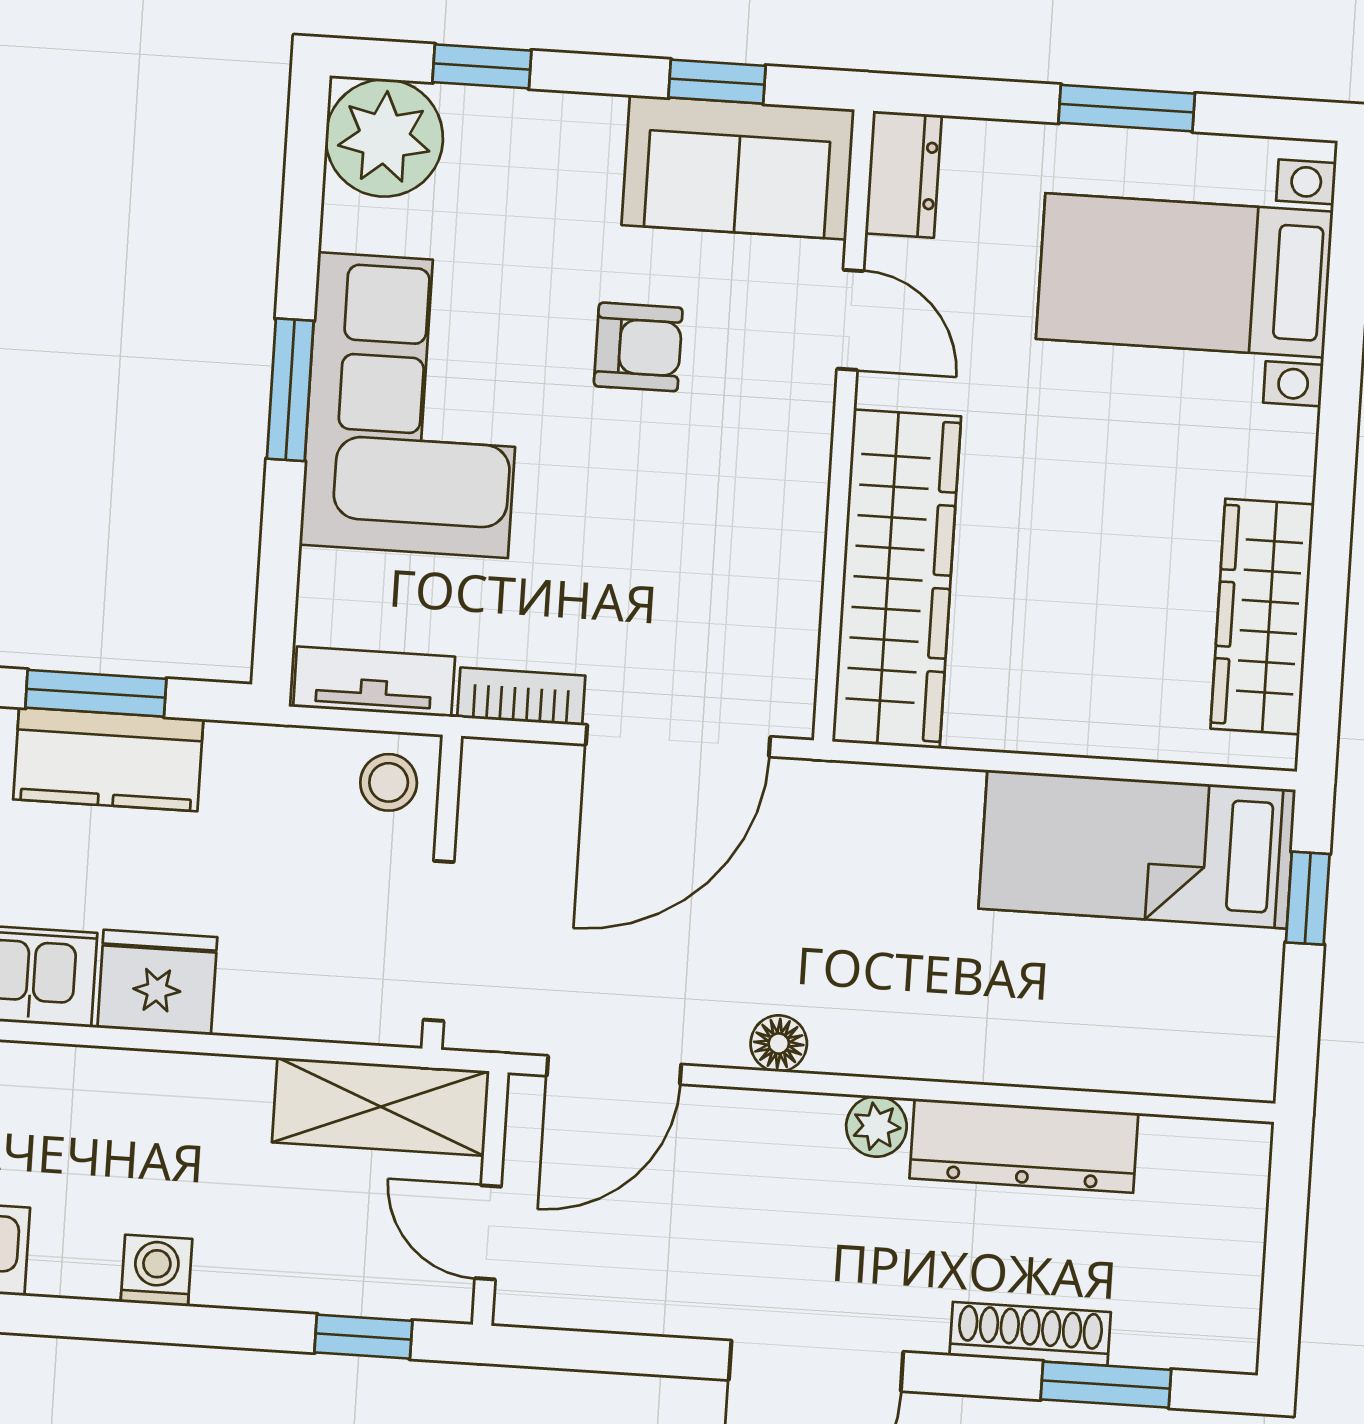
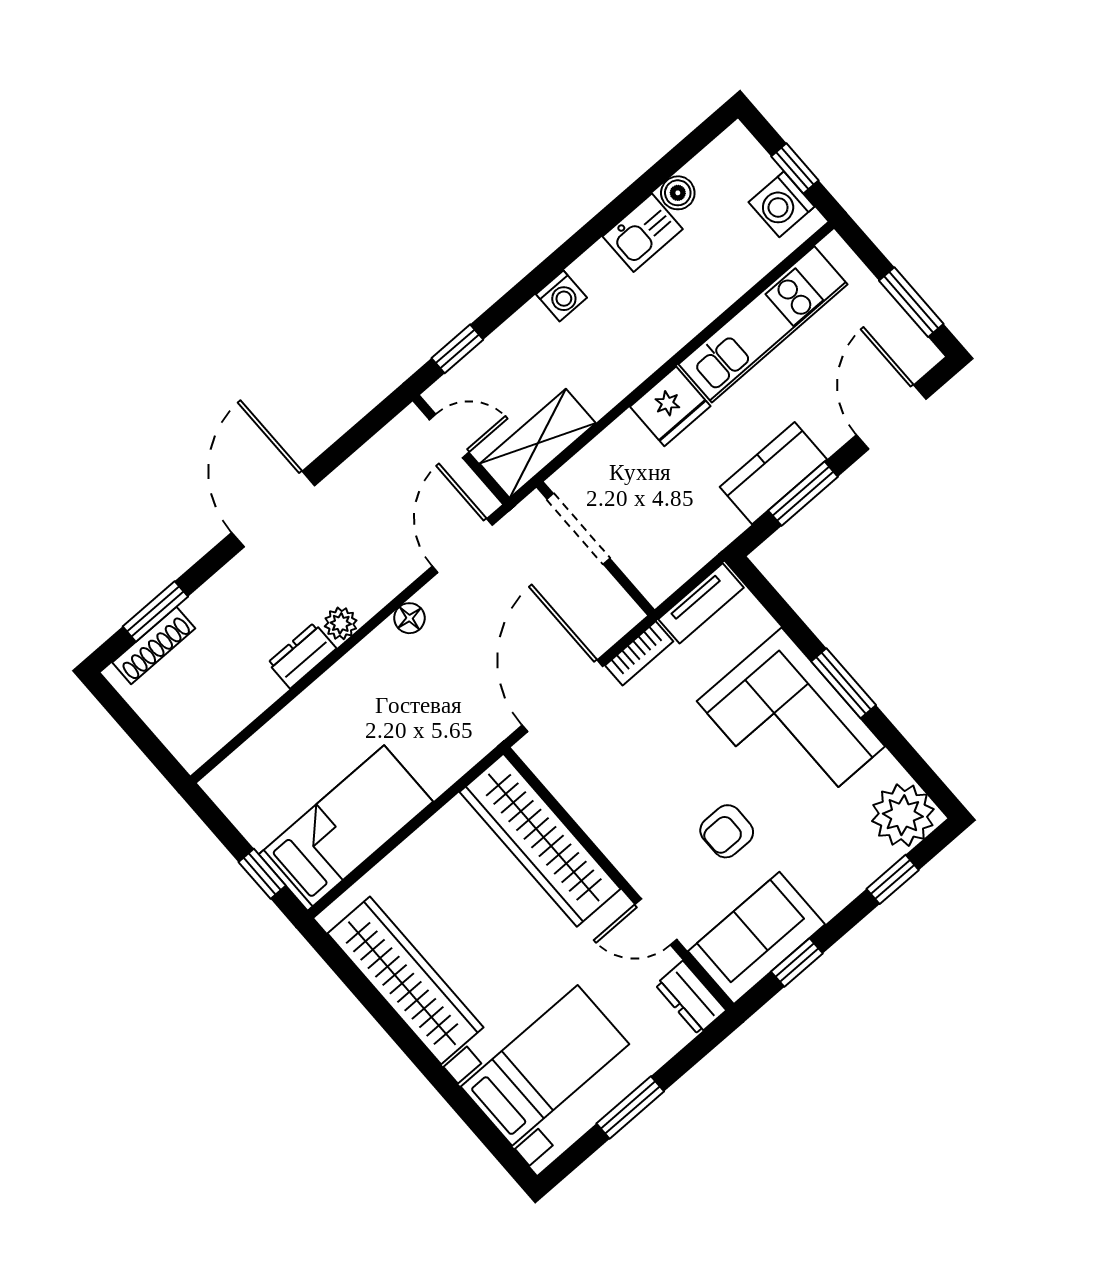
wardrobe: (1262, 616) -> (405, 980), width x1.40, depth x1.17
stool: (389, 782) -> (657, 570), removed
dresser: (1024, 1146) -> (302, 656), width x0.51, depth x0.80
shoe rack: (1030, 1334) -> (154, 645), moved

